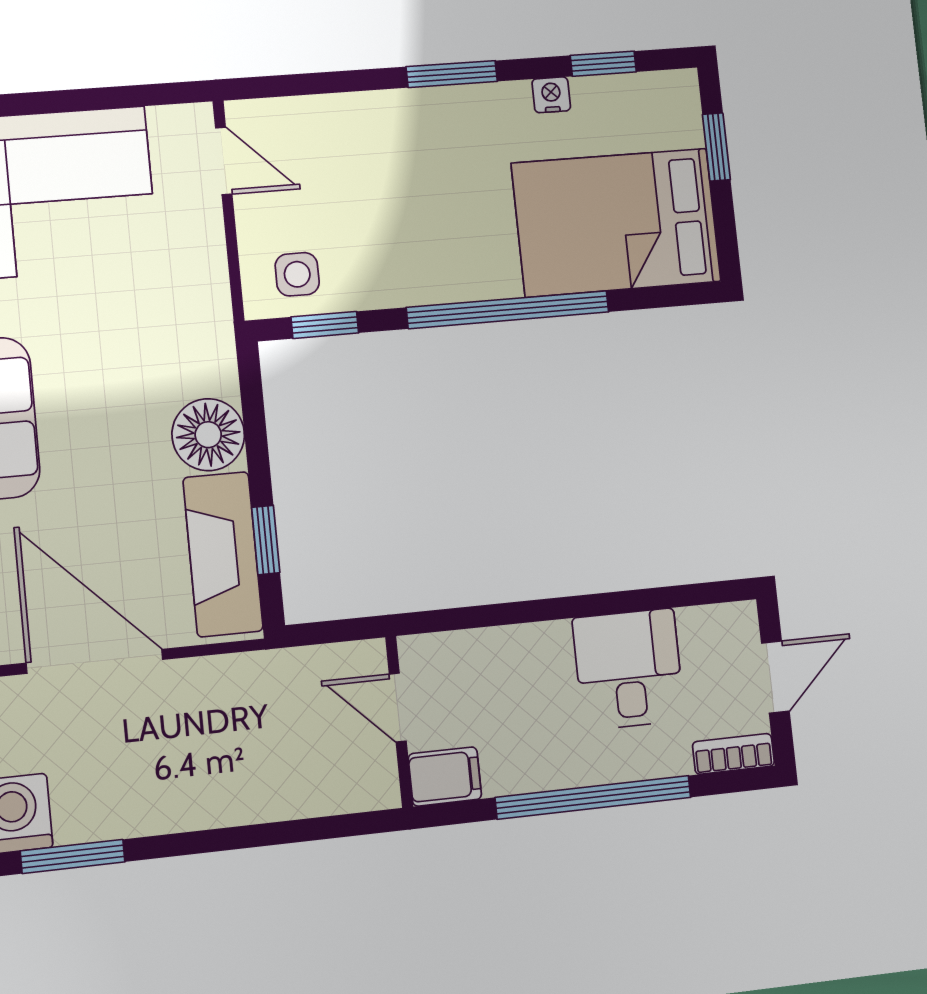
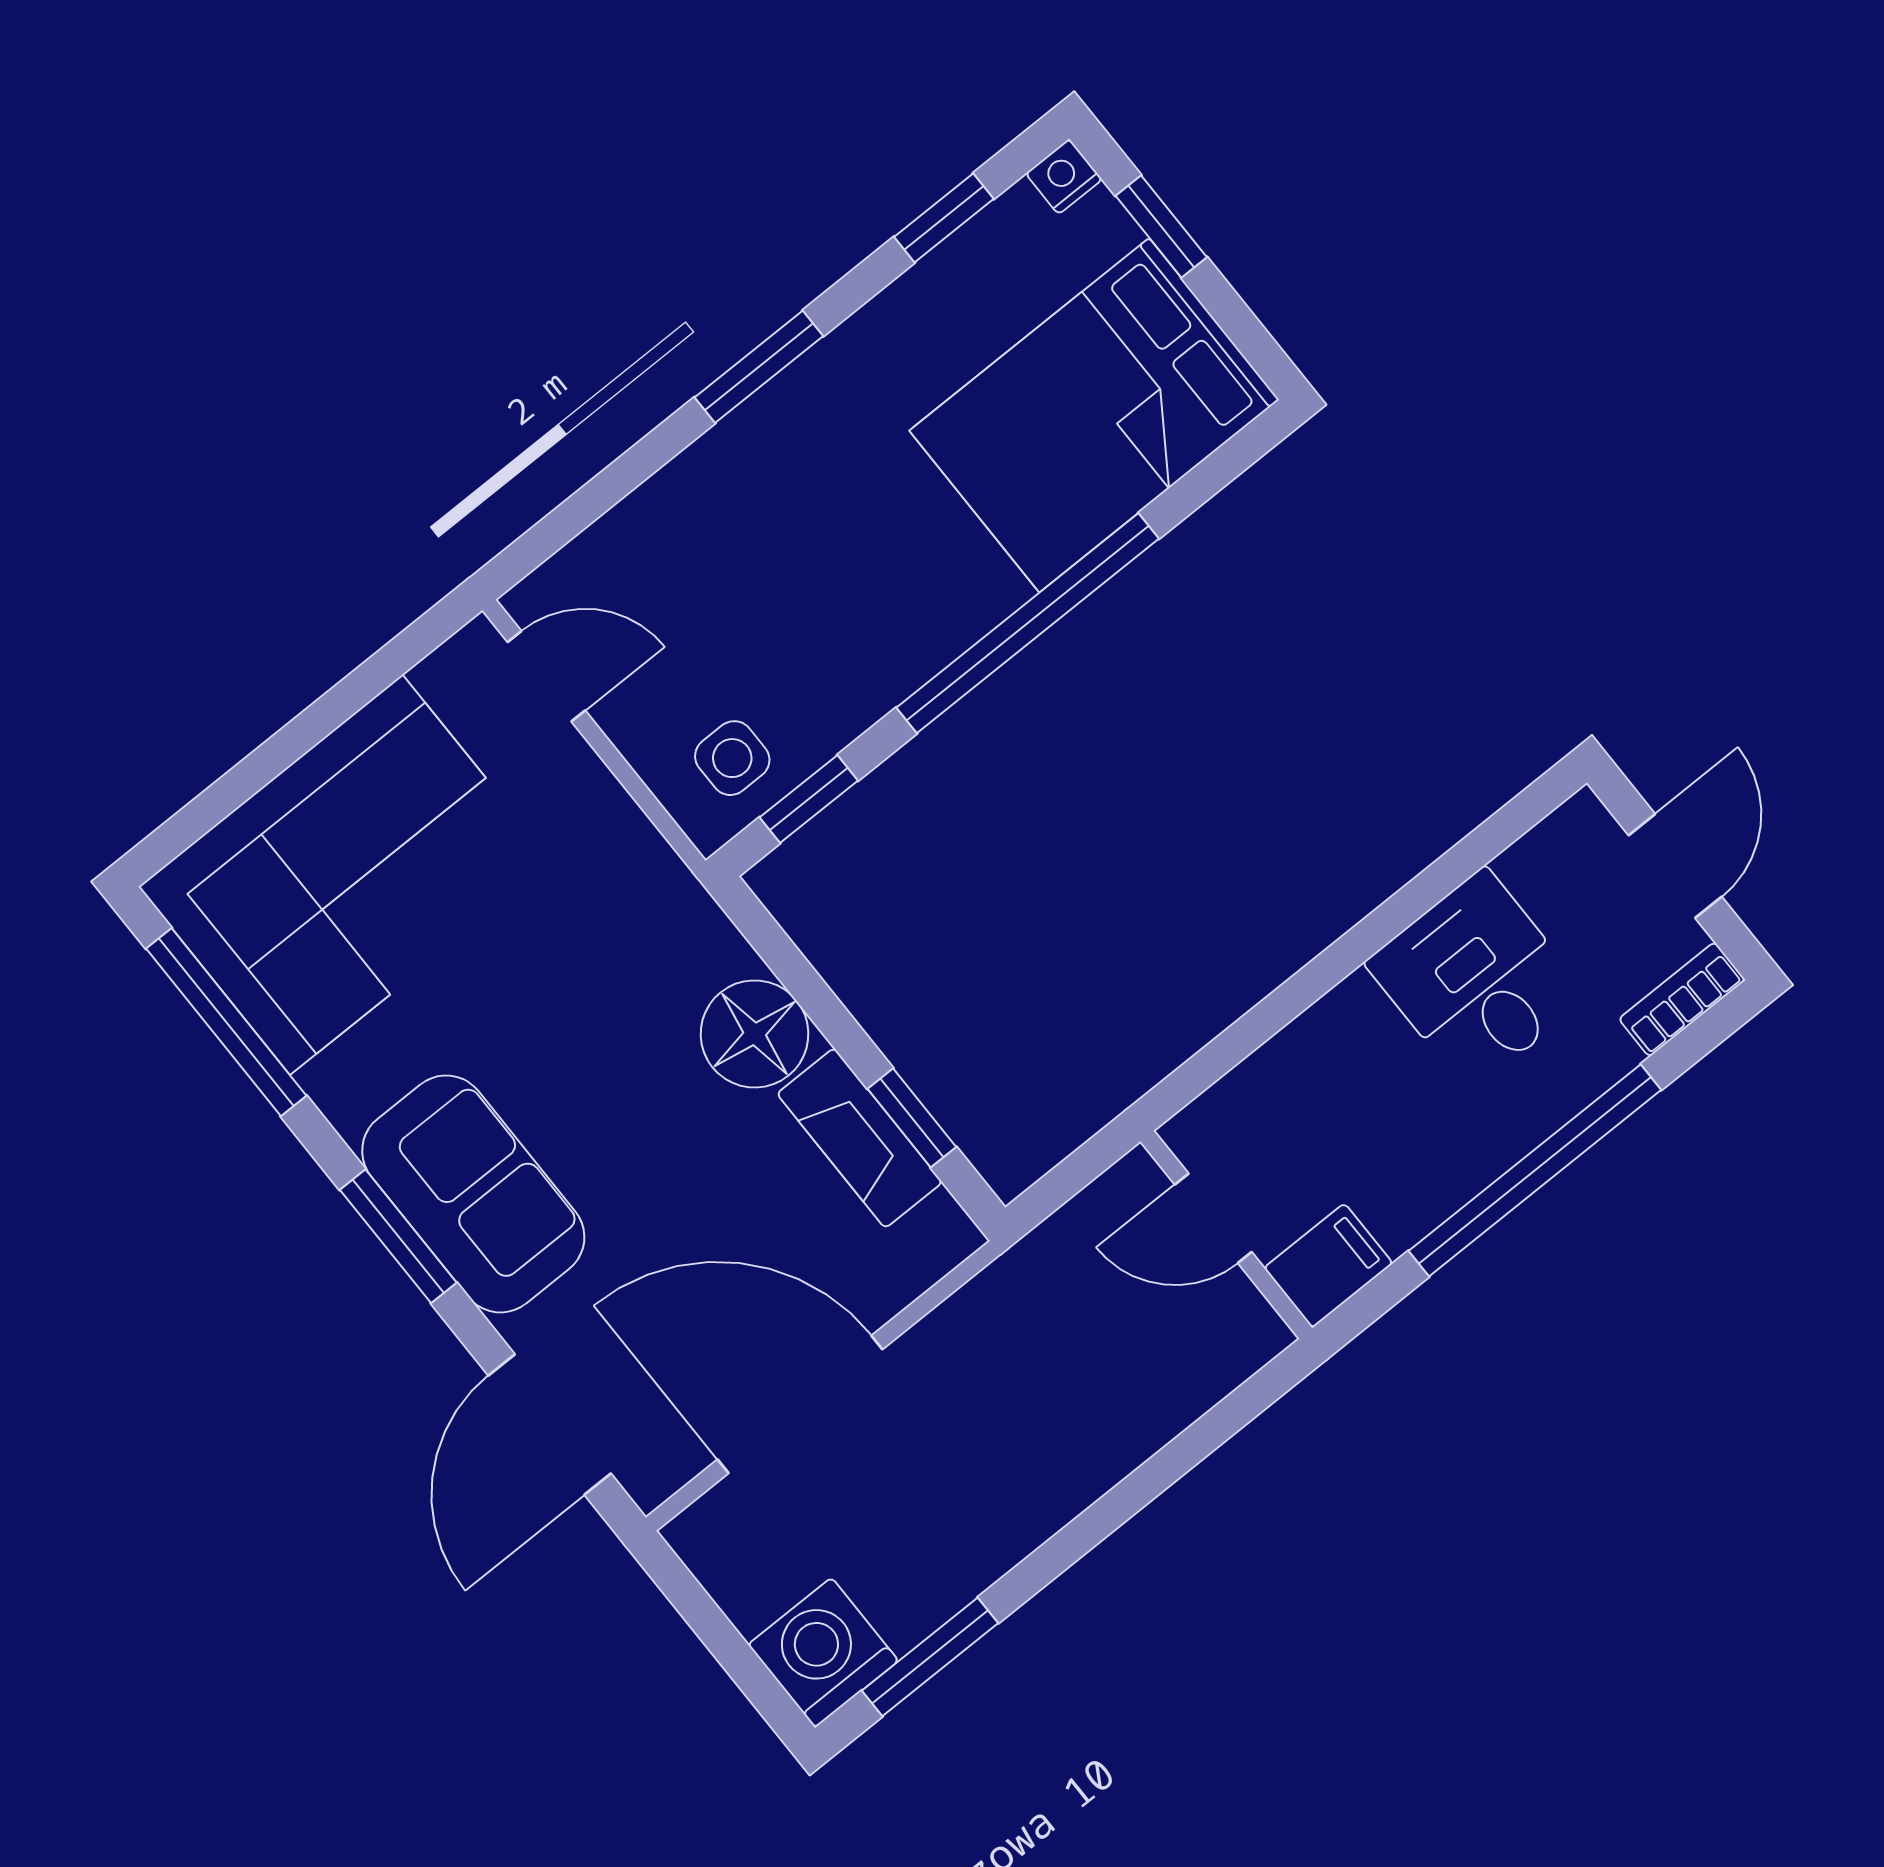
nightstand: (551, 95) -> (1064, 177), moved
fireplace: (223, 554) -> (860, 1138), width x0.73, depth x0.76

